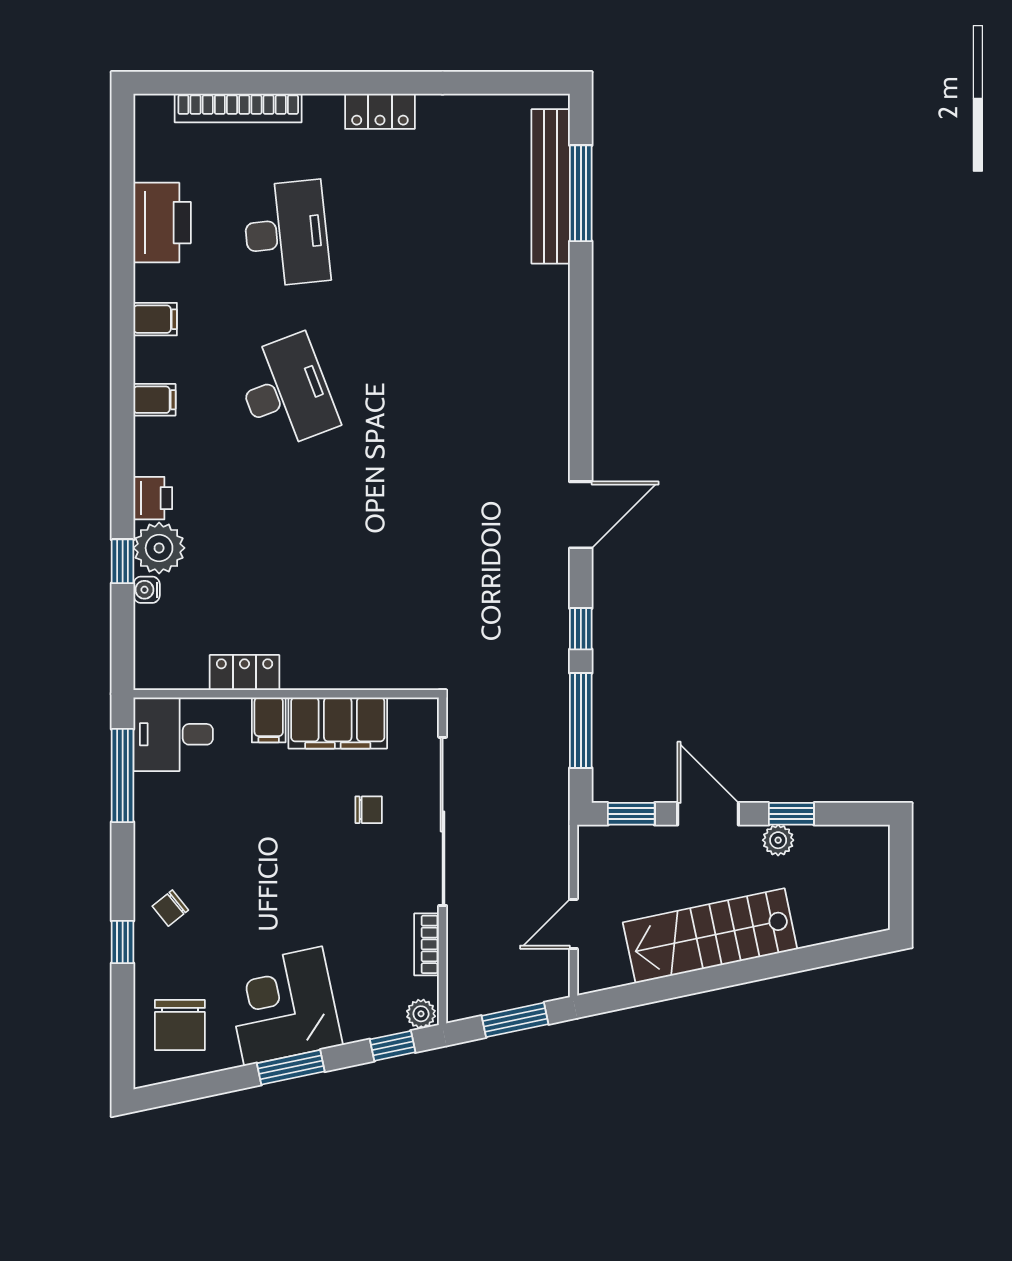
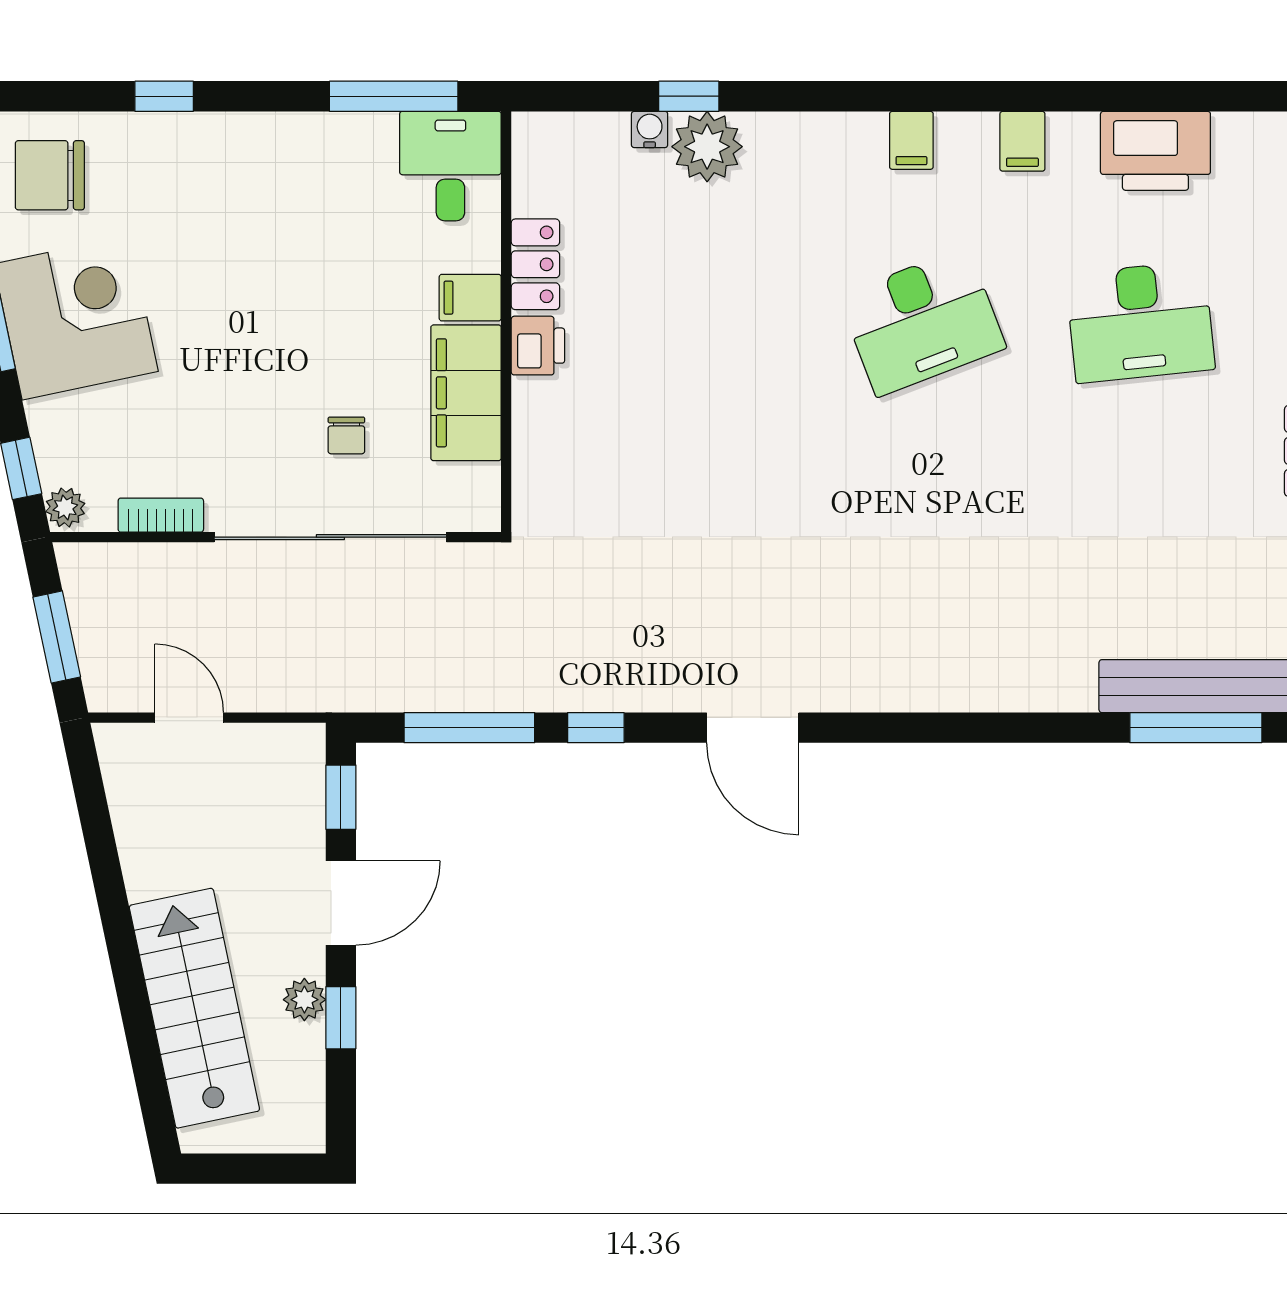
printer: (153, 498) -> (538, 346), moved, turned -90
chair: (170, 908) -> (211, 162), removed
stairs: (710, 936) -> (194, 1008), moved

